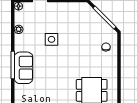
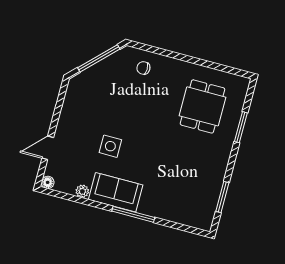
sofa: (23, 68) -> (116, 192), moved

